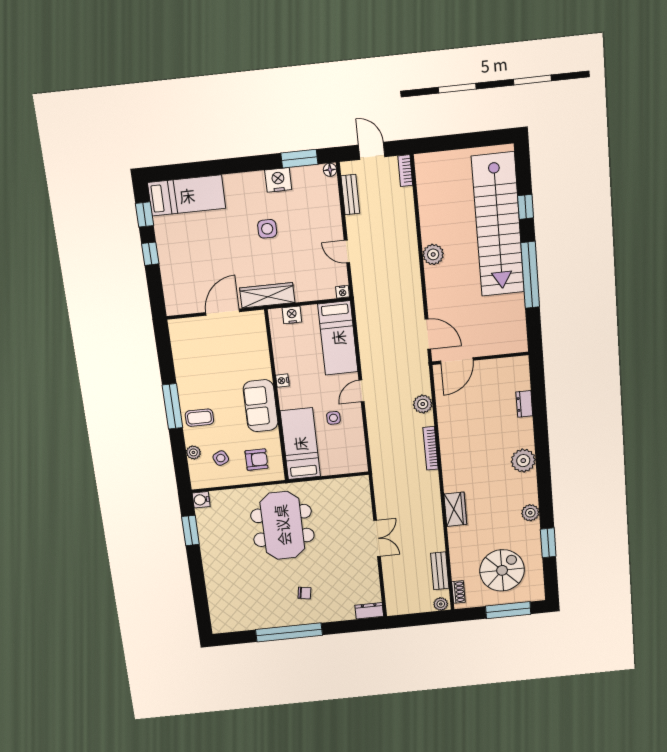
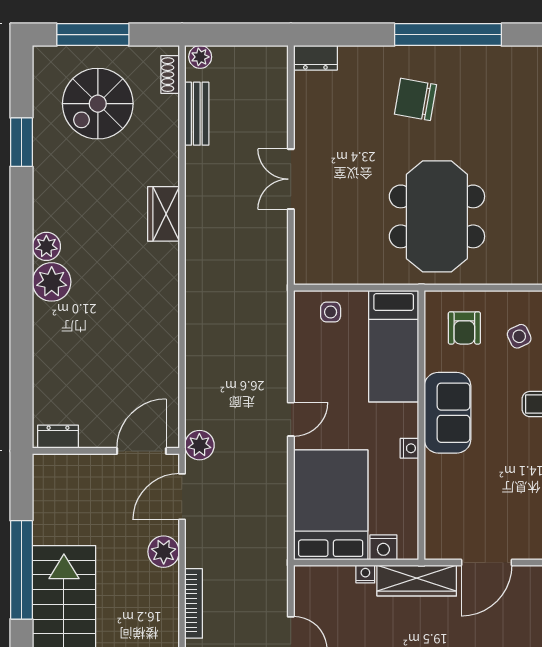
plant: (433, 254) -> (164, 552), moved
nightstand: (343, 292) -> (365, 574), moved
door: (428, 334) -> (182, 497), hinge flipped
bed: (338, 338) -> (331, 505), width x1.50
plant: (423, 404) -> (199, 445), moved
dresser: (524, 404) -> (58, 437), moved, turned -90
side table: (333, 418) -> (331, 312), moved
bookcase: (431, 448) -> (194, 603), moved
armchair: (256, 460) -> (464, 328), turned -90
plant: (530, 513) -> (46, 246), moved
chair: (304, 593) -> (415, 99), width x1.87, depth x1.87

